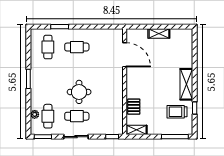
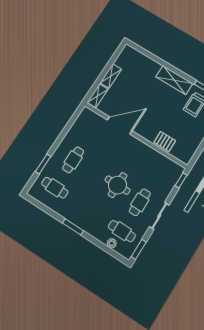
door: (125, 55) -> (120, 125), moved
shelving: (137, 130) -> (97, 96), moved

